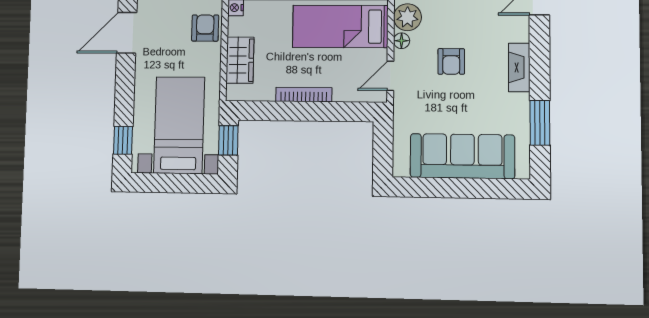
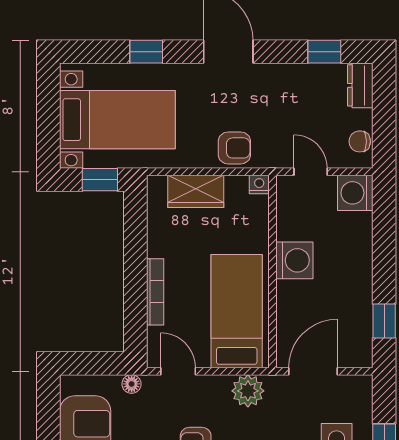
floor lamp: (401, 41) -> (132, 384), moved
bookcase: (304, 95) -> (155, 292), moved
window: (123, 140) -> (146, 52), moved

